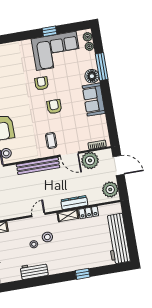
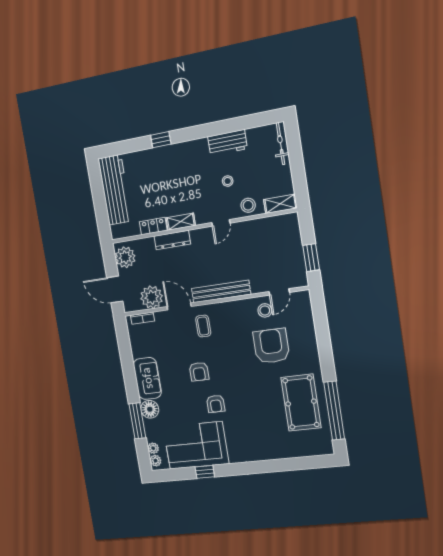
stool: (47, 237) -> (248, 205), moved

